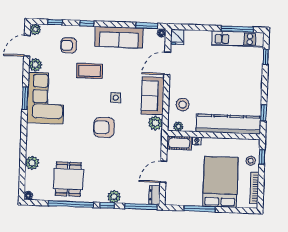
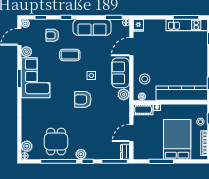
plant: (32, 163) -> (27, 146), moved
plant: (114, 197) -> (81, 154), moved

